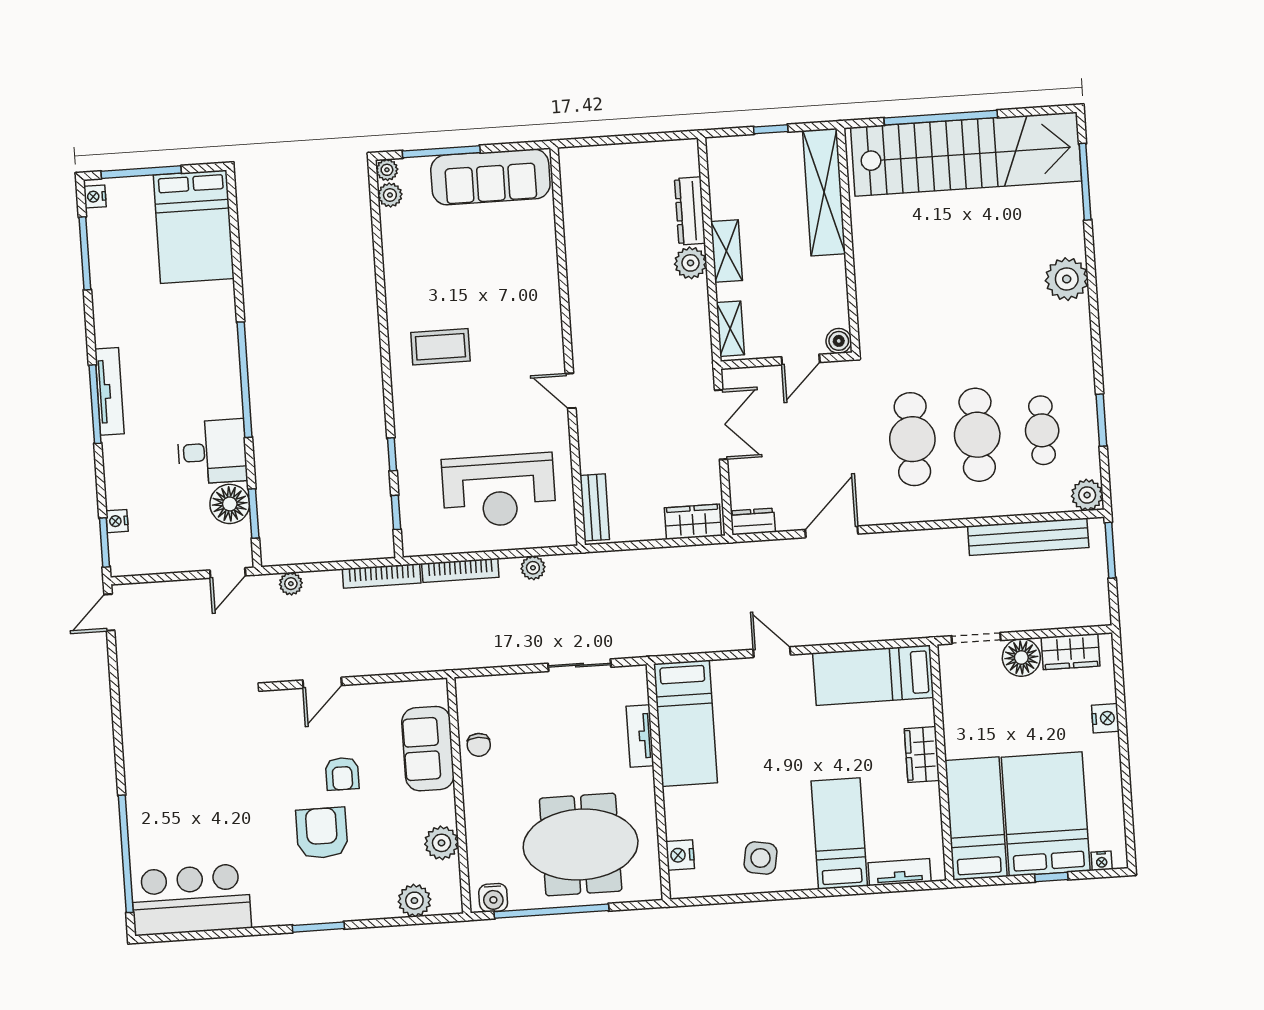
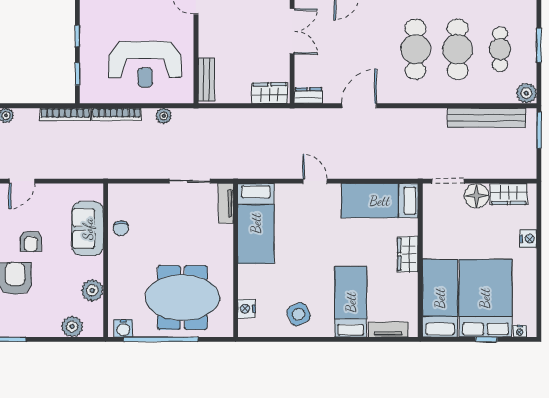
tv unit: (640, 736) -> (226, 203), moved
side table: (760, 858) -> (299, 314), turned -37

